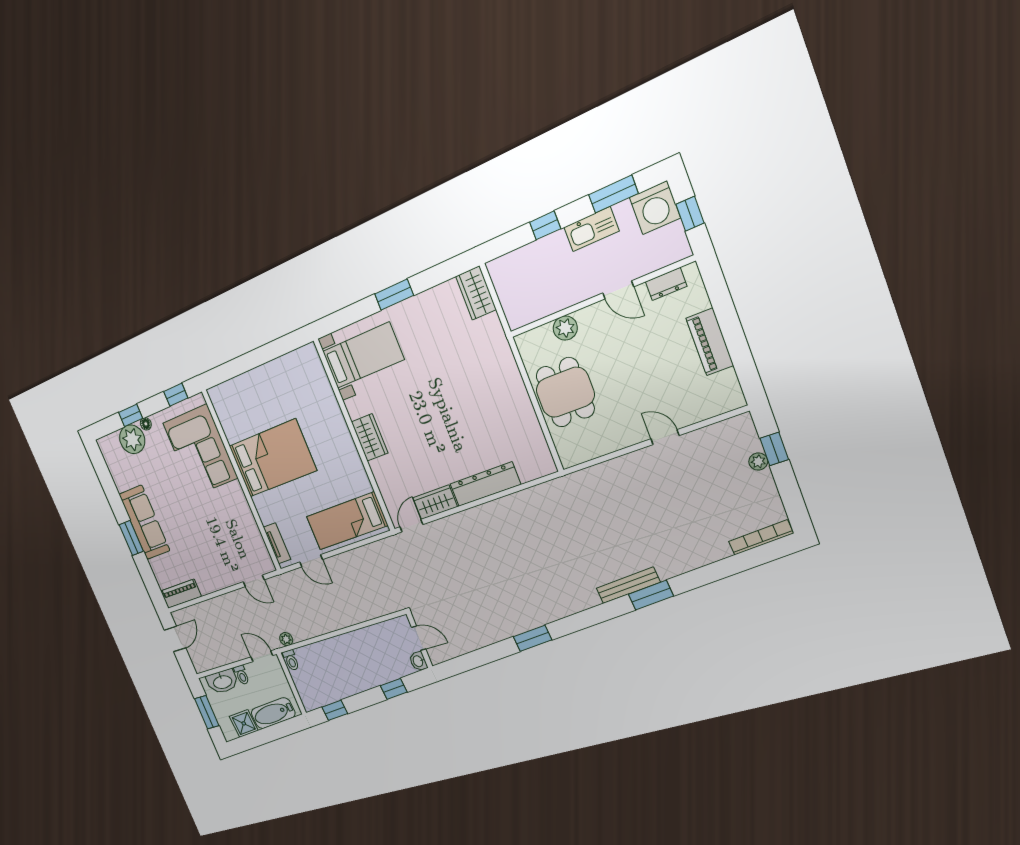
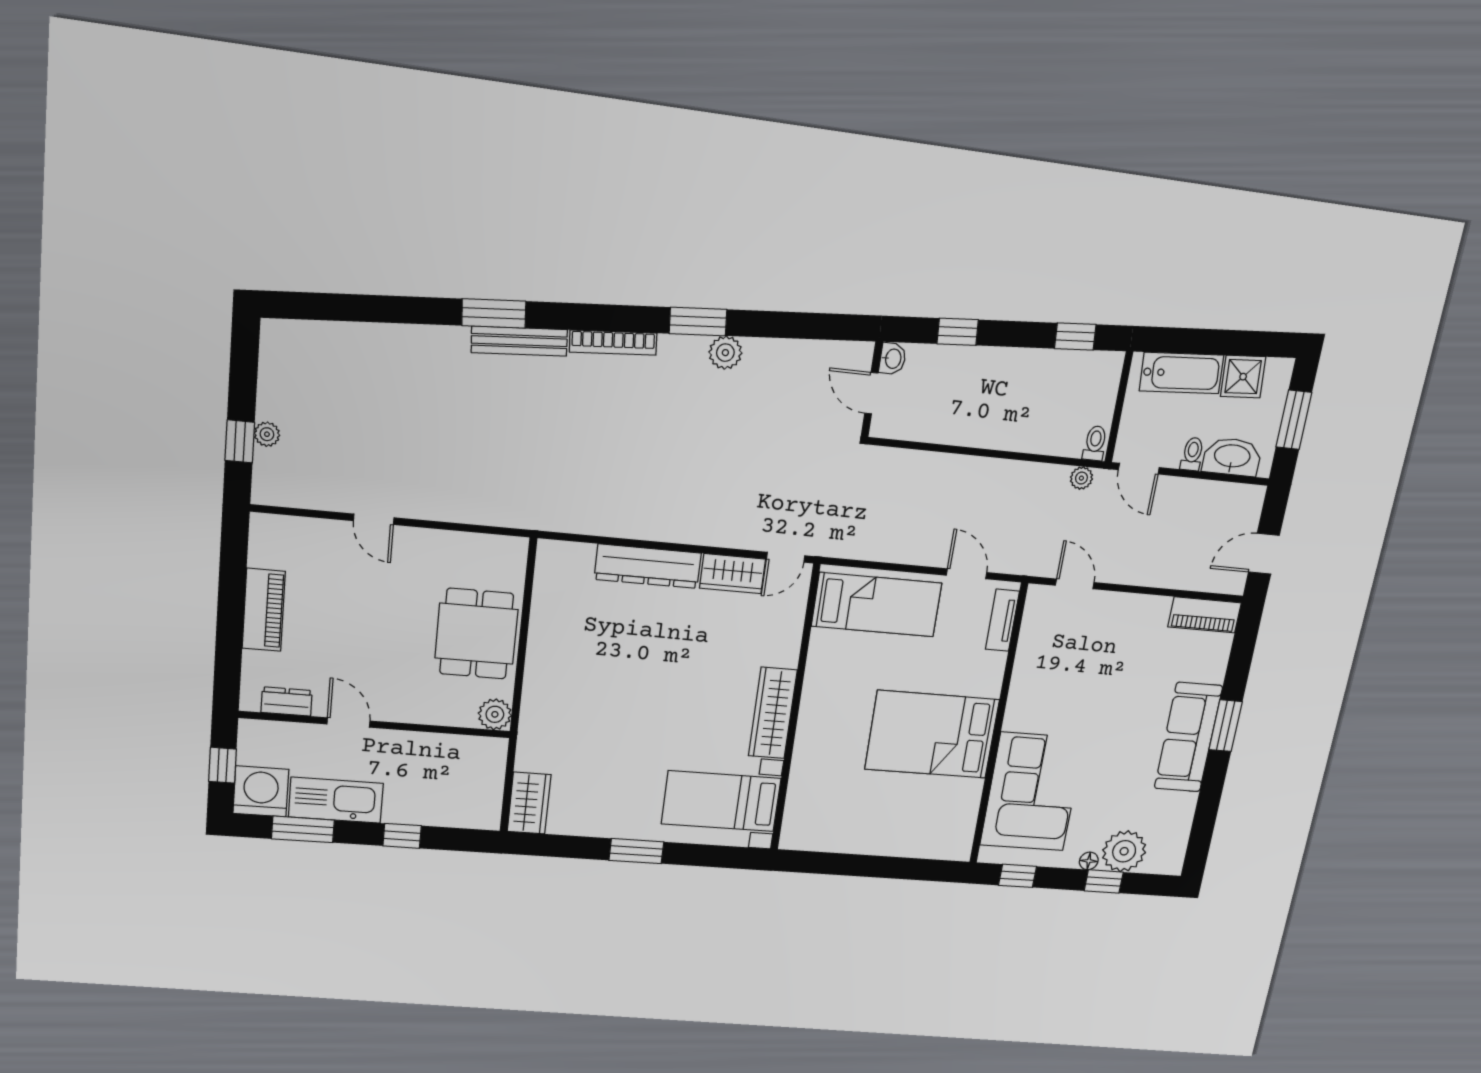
kitchen sink: (591, 229) -> (336, 800), width x1.36, depth x1.24
plant: (565, 328) -> (495, 714), moved
wardrobe: (370, 437) -> (773, 713), width x1.50
bookcase: (761, 537) -> (613, 343), moved
plant: (508, 627) -> (725, 353), added

